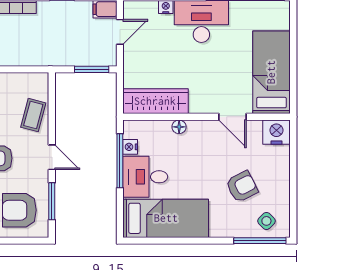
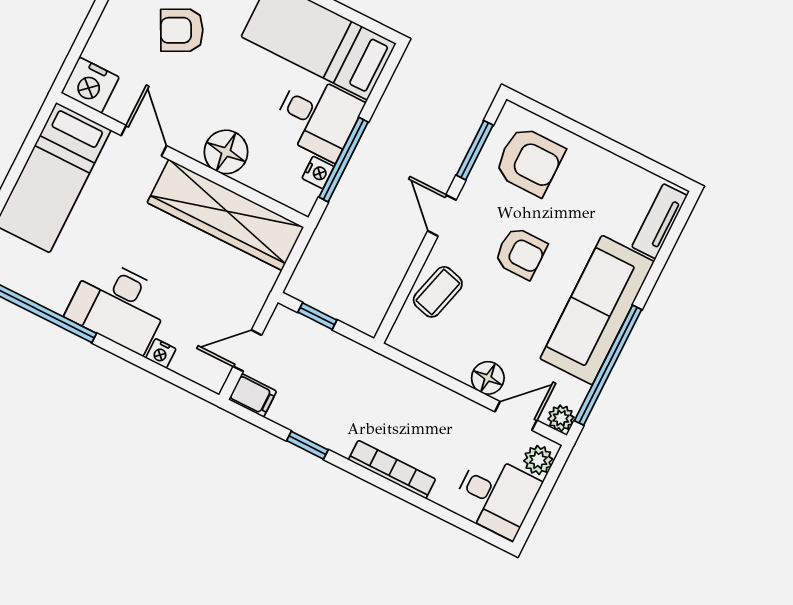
window: (92, 69) -> (317, 316), width x0.67
wardrobe: (155, 101) -> (225, 215), width x1.40, depth x1.17
floor lamp: (179, 127) -> (226, 152), width x1.89, depth x1.89

